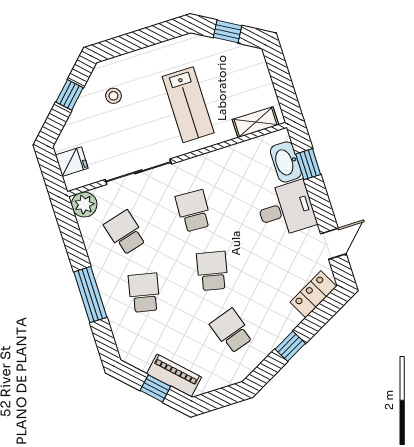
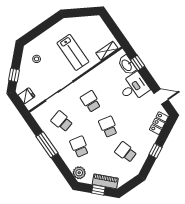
window: (228, 32) -> (81, 12), removed
window: (70, 95) -> (14, 75), moved
plant: (84, 204) -> (79, 173), moved
door: (333, 244) -> (161, 97), hinge flipped
window: (90, 295) -> (47, 145), moved

